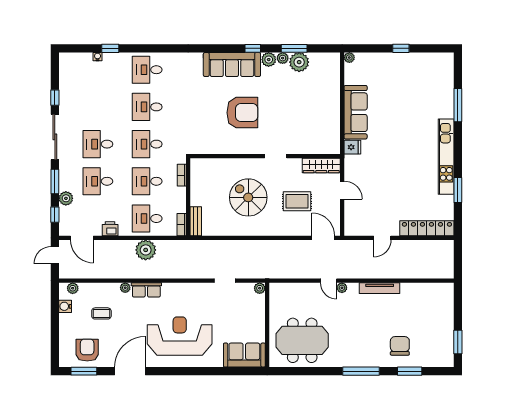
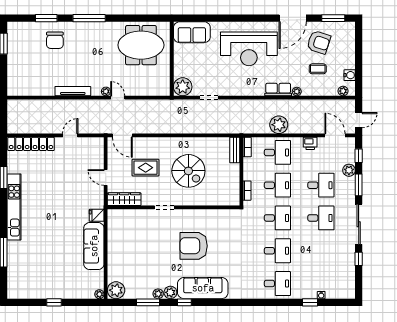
plant: (299, 62) -> (116, 290), moved
plant: (260, 288) -> (183, 87), width x1.88, depth x1.88
armchair: (87, 350) -> (319, 42), moved, turned -72

